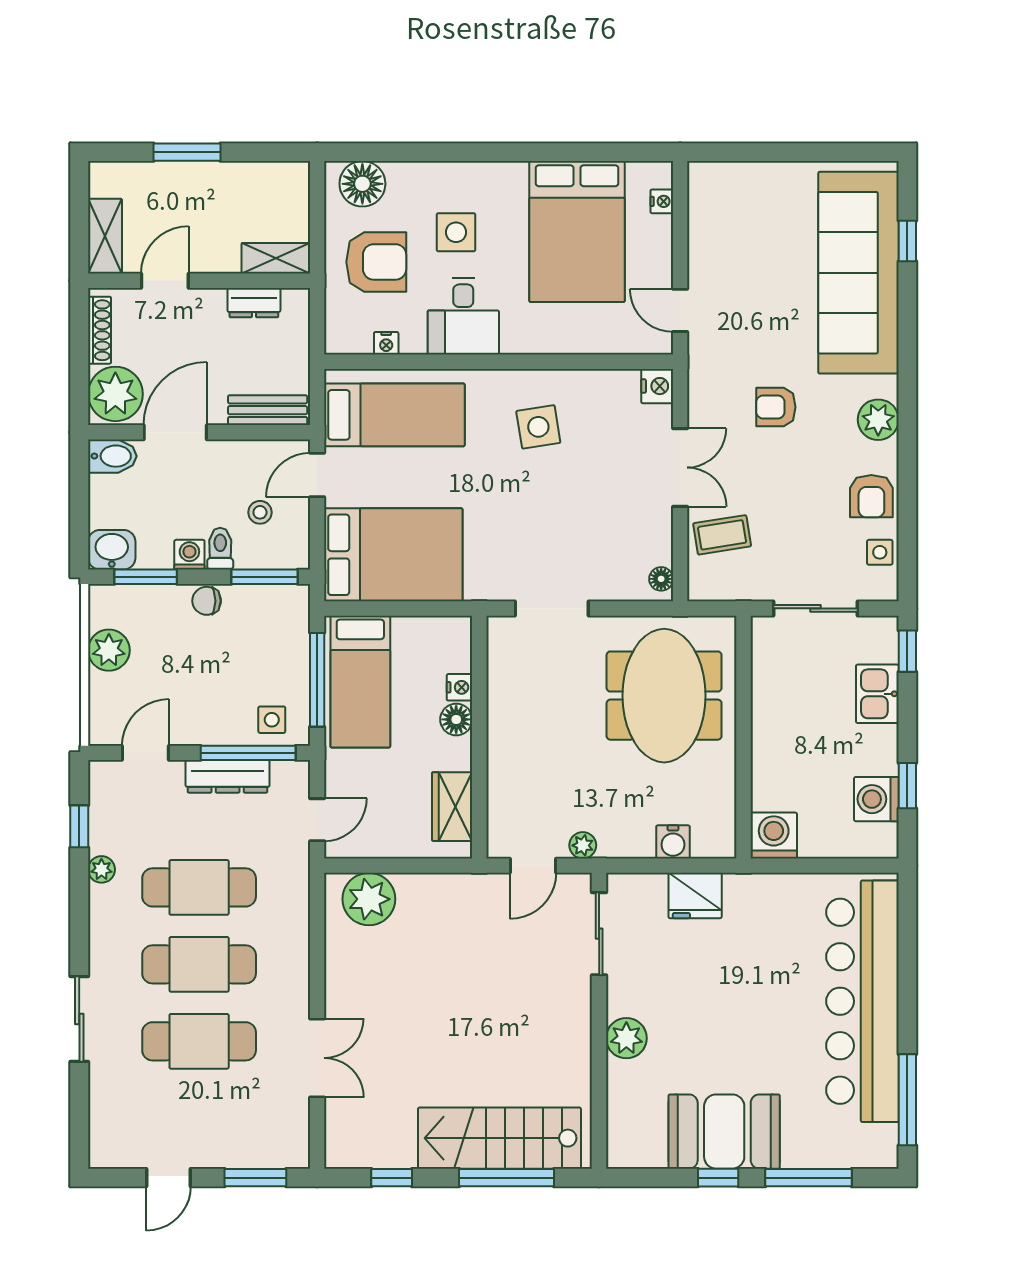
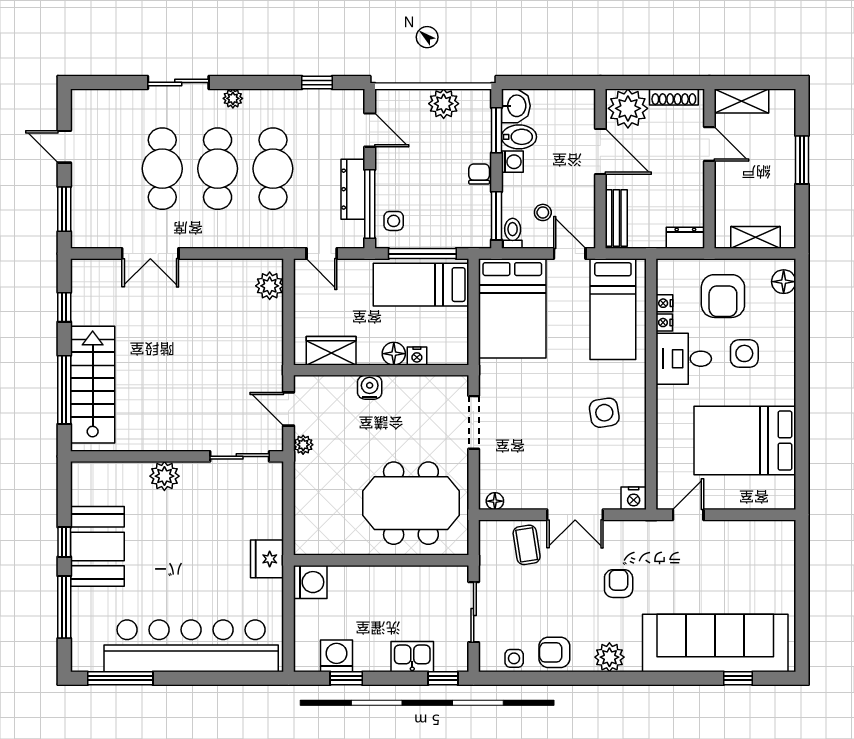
floor lamp: (362, 184) -> (784, 282), width x0.73, depth x0.73
nightstand: (662, 201) -> (664, 323), moved, turned 90
shelving: (276, 258) -> (756, 237), moved, turned 90
dresser: (254, 303) -> (685, 238), moved, turned 90
bidet: (112, 456) -> (519, 137), moved, turned -90
toilet: (220, 549) -> (513, 233), moved, turned -90
water cooler: (673, 842) -> (370, 387), moved, turned 90
plant: (101, 869) -> (233, 98), moved
fridge: (695, 896) -> (267, 559), moved
plant: (369, 899) -> (270, 286), width x0.73, depth x0.73

